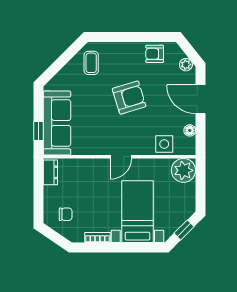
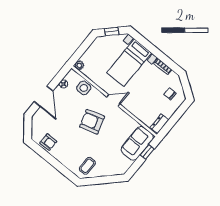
plant: (186, 65) -> (36, 122), removed
armchair: (129, 98) -> (92, 122), moved
sofa: (57, 123) -> (137, 143), width x0.73
plant: (183, 170) -> (79, 65), width x0.53, depth x0.53

